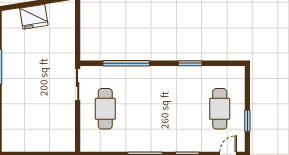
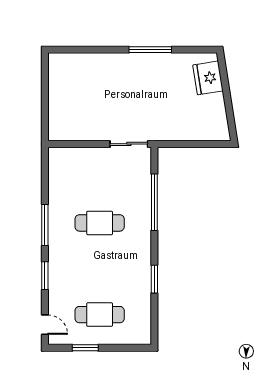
fridge: (34, 17) -> (208, 78), moved
cafe table: (105, 109) -> (100, 223), moved

